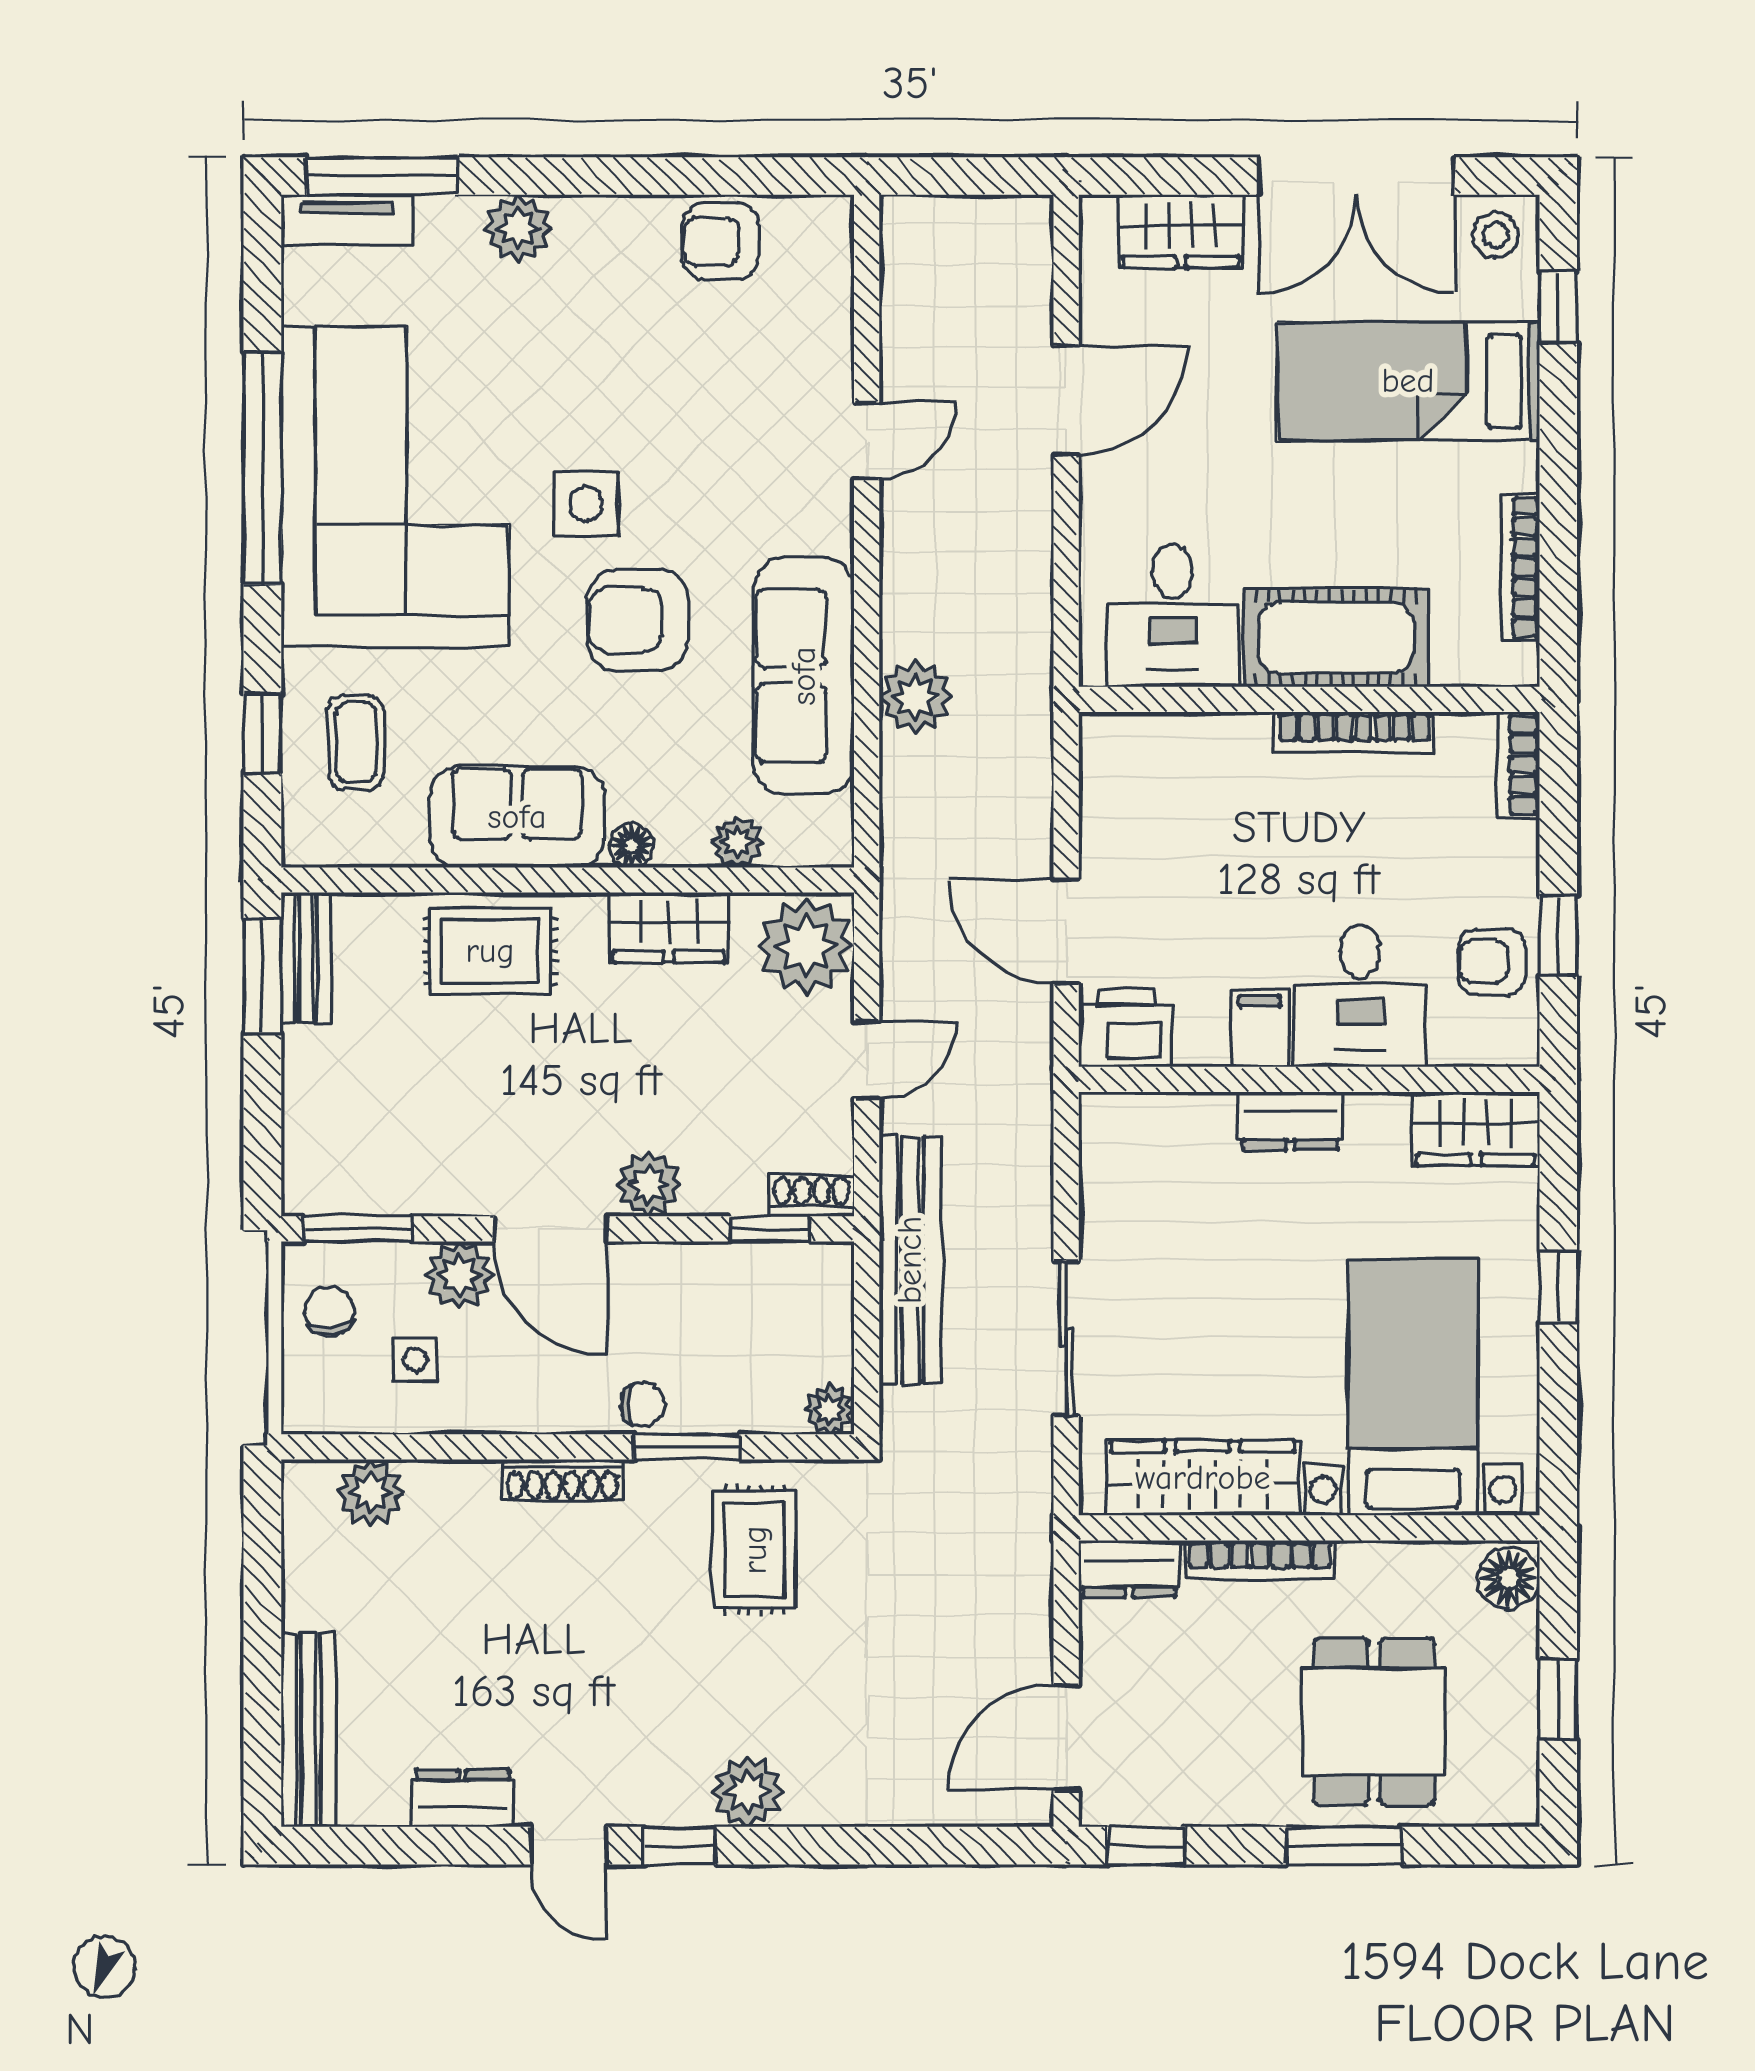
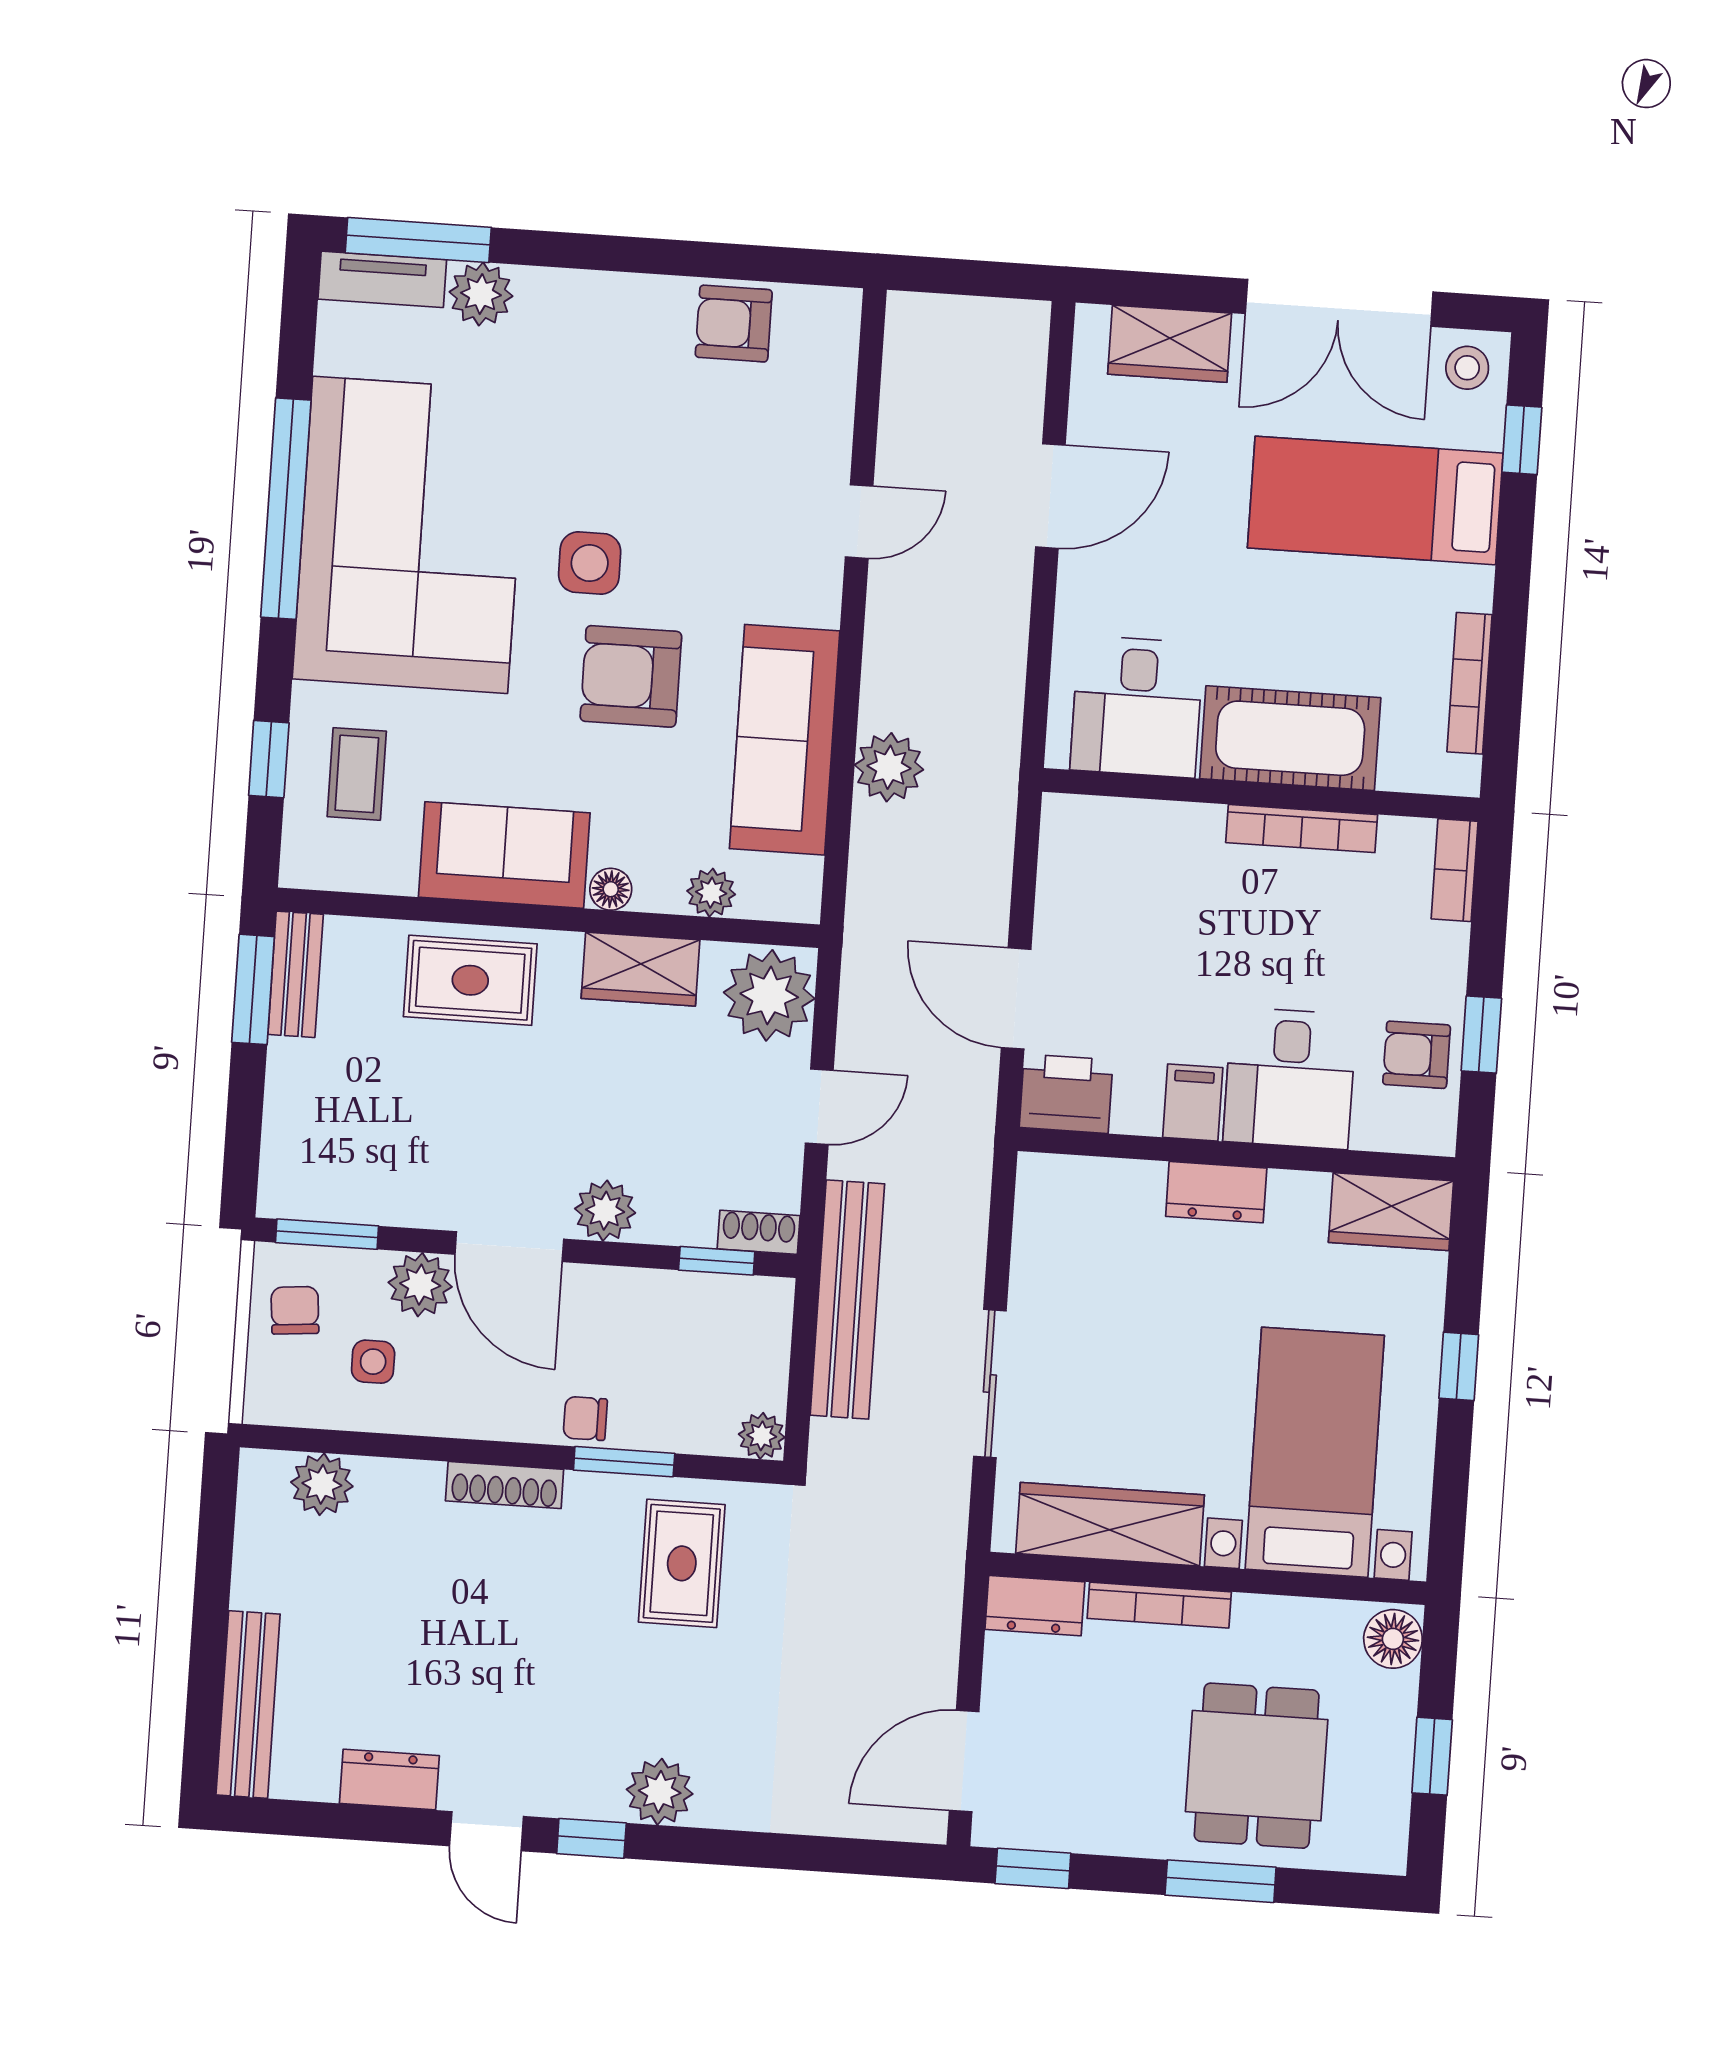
plant: (518, 228) -> (481, 294), moved
chair: (643, 1404) -> (585, 1418), turned 180

